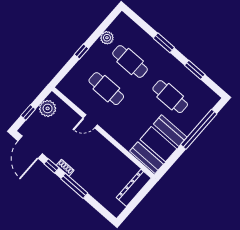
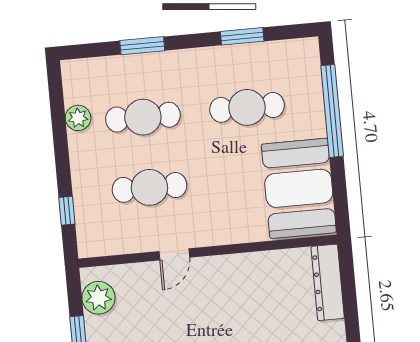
window: (164, 43) -> (142, 46), moved
window: (82, 51) -> (67, 211), moved

